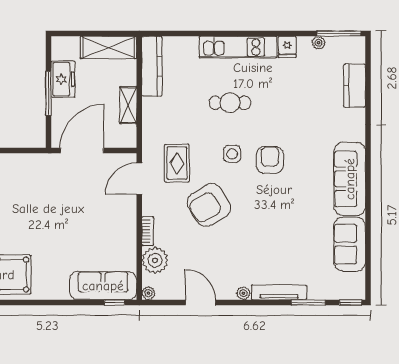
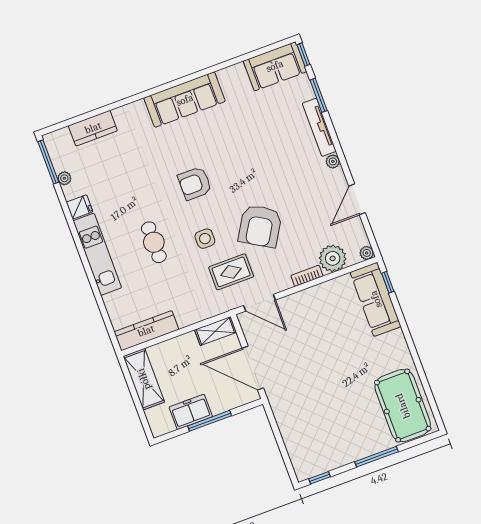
shelving: (128, 105) -> (215, 331), moved
side table: (232, 154) -> (205, 239), moved
armchair: (209, 205) -> (260, 226), turned 62
sofa: (350, 244) -> (275, 66), moved

